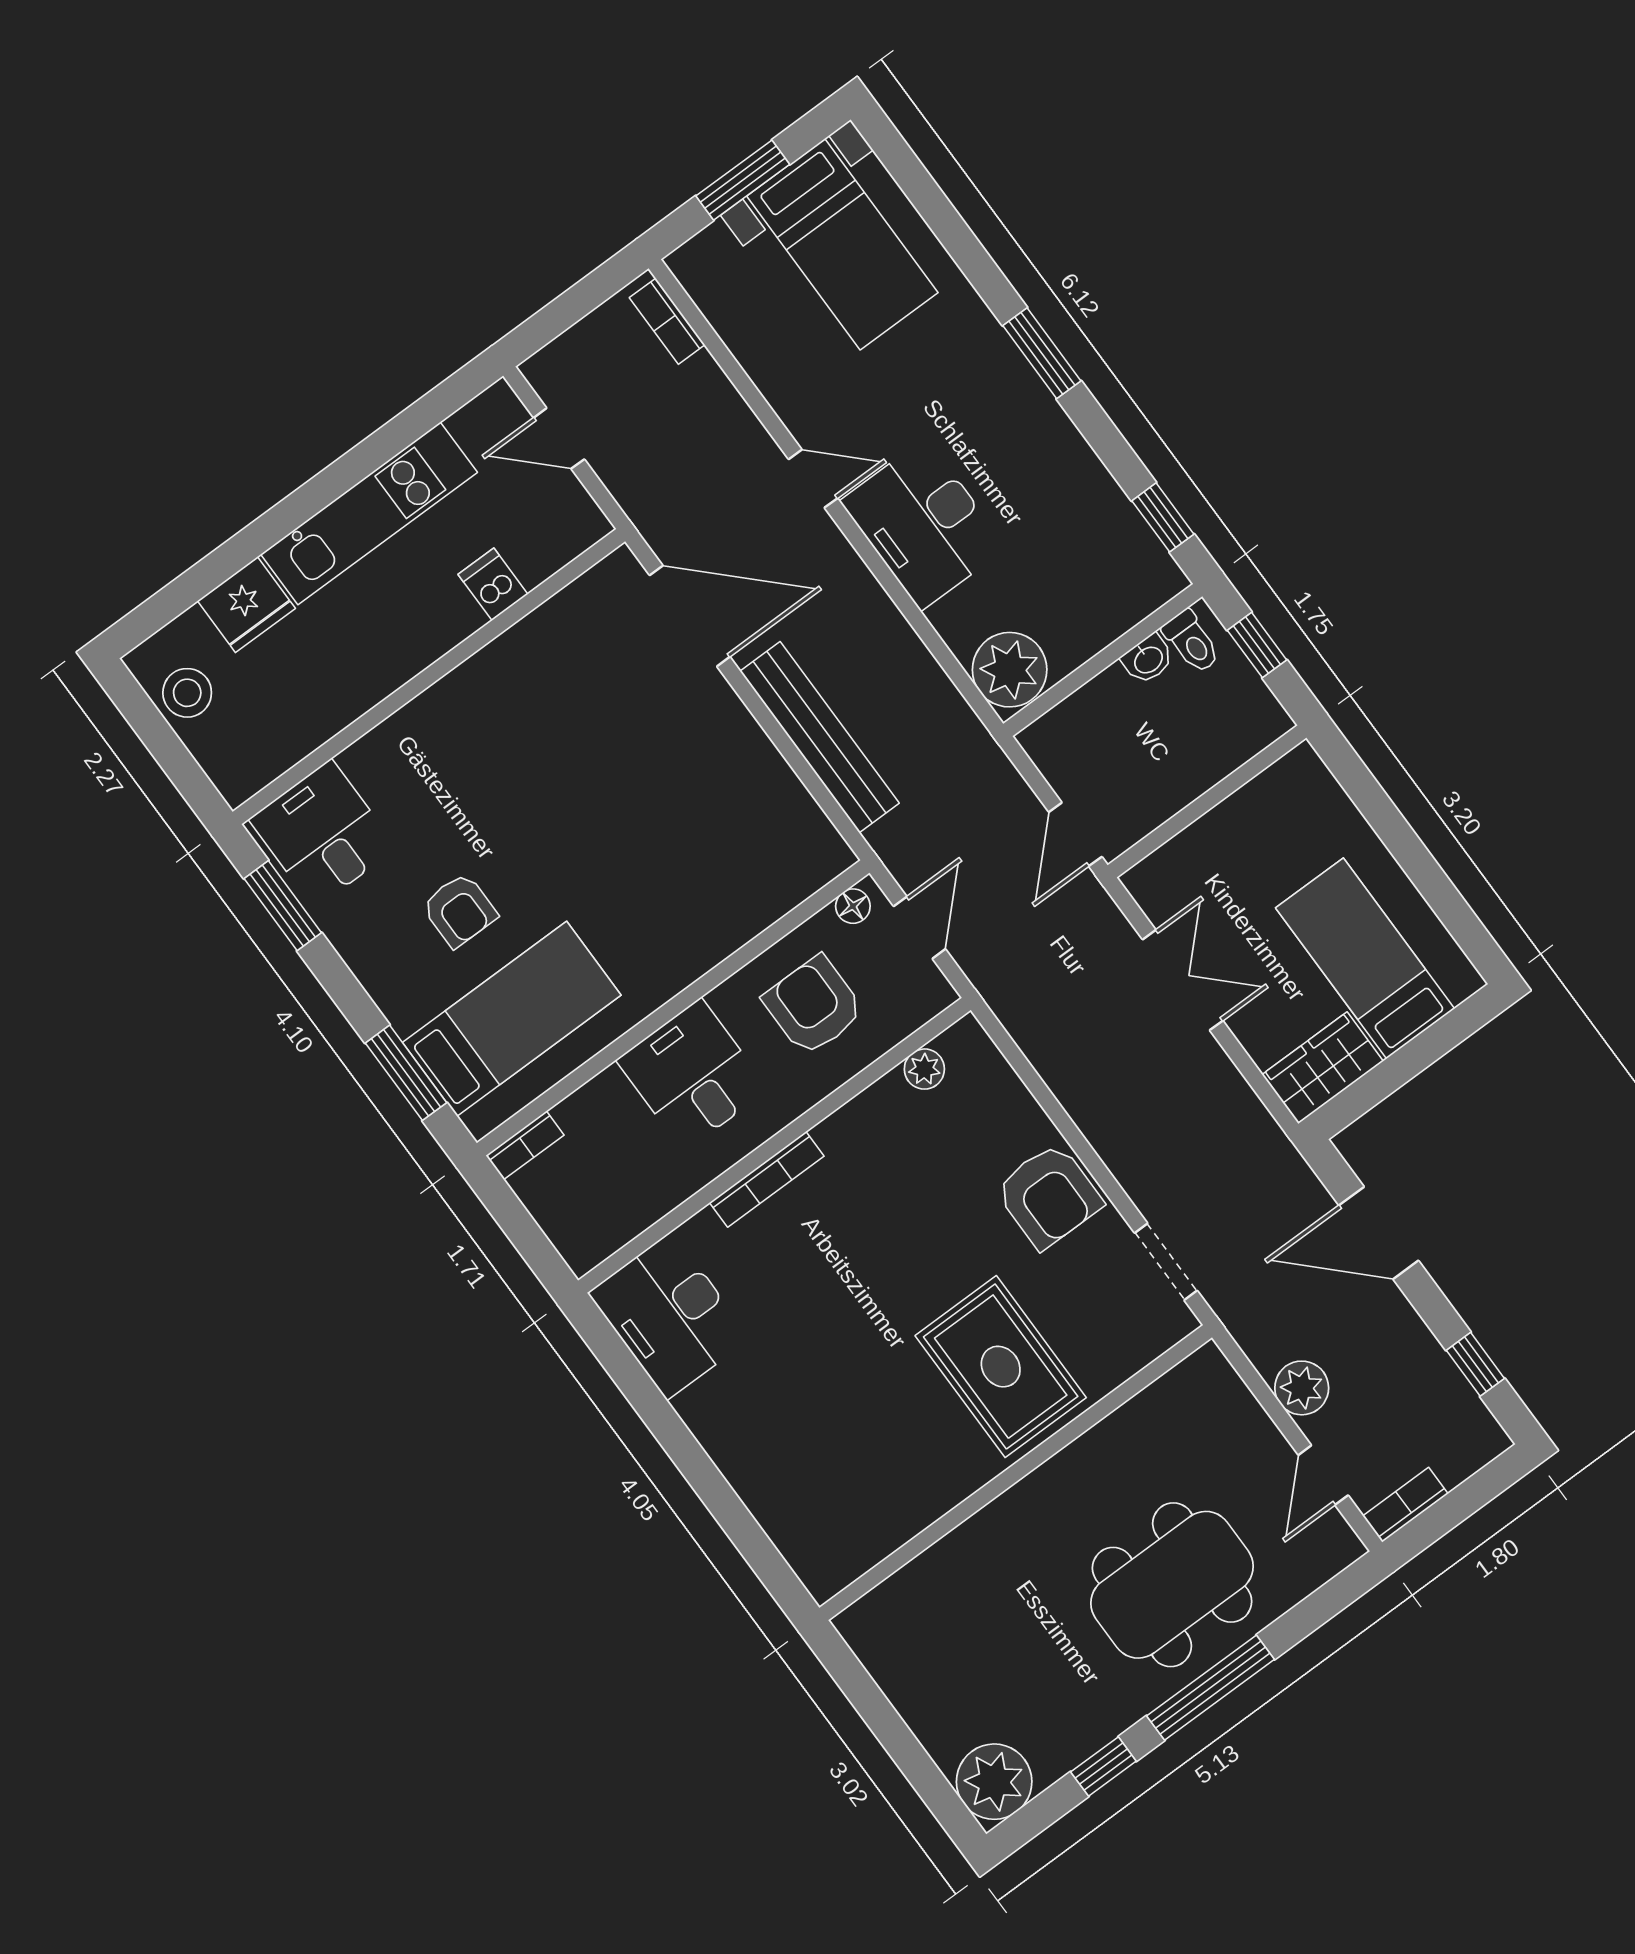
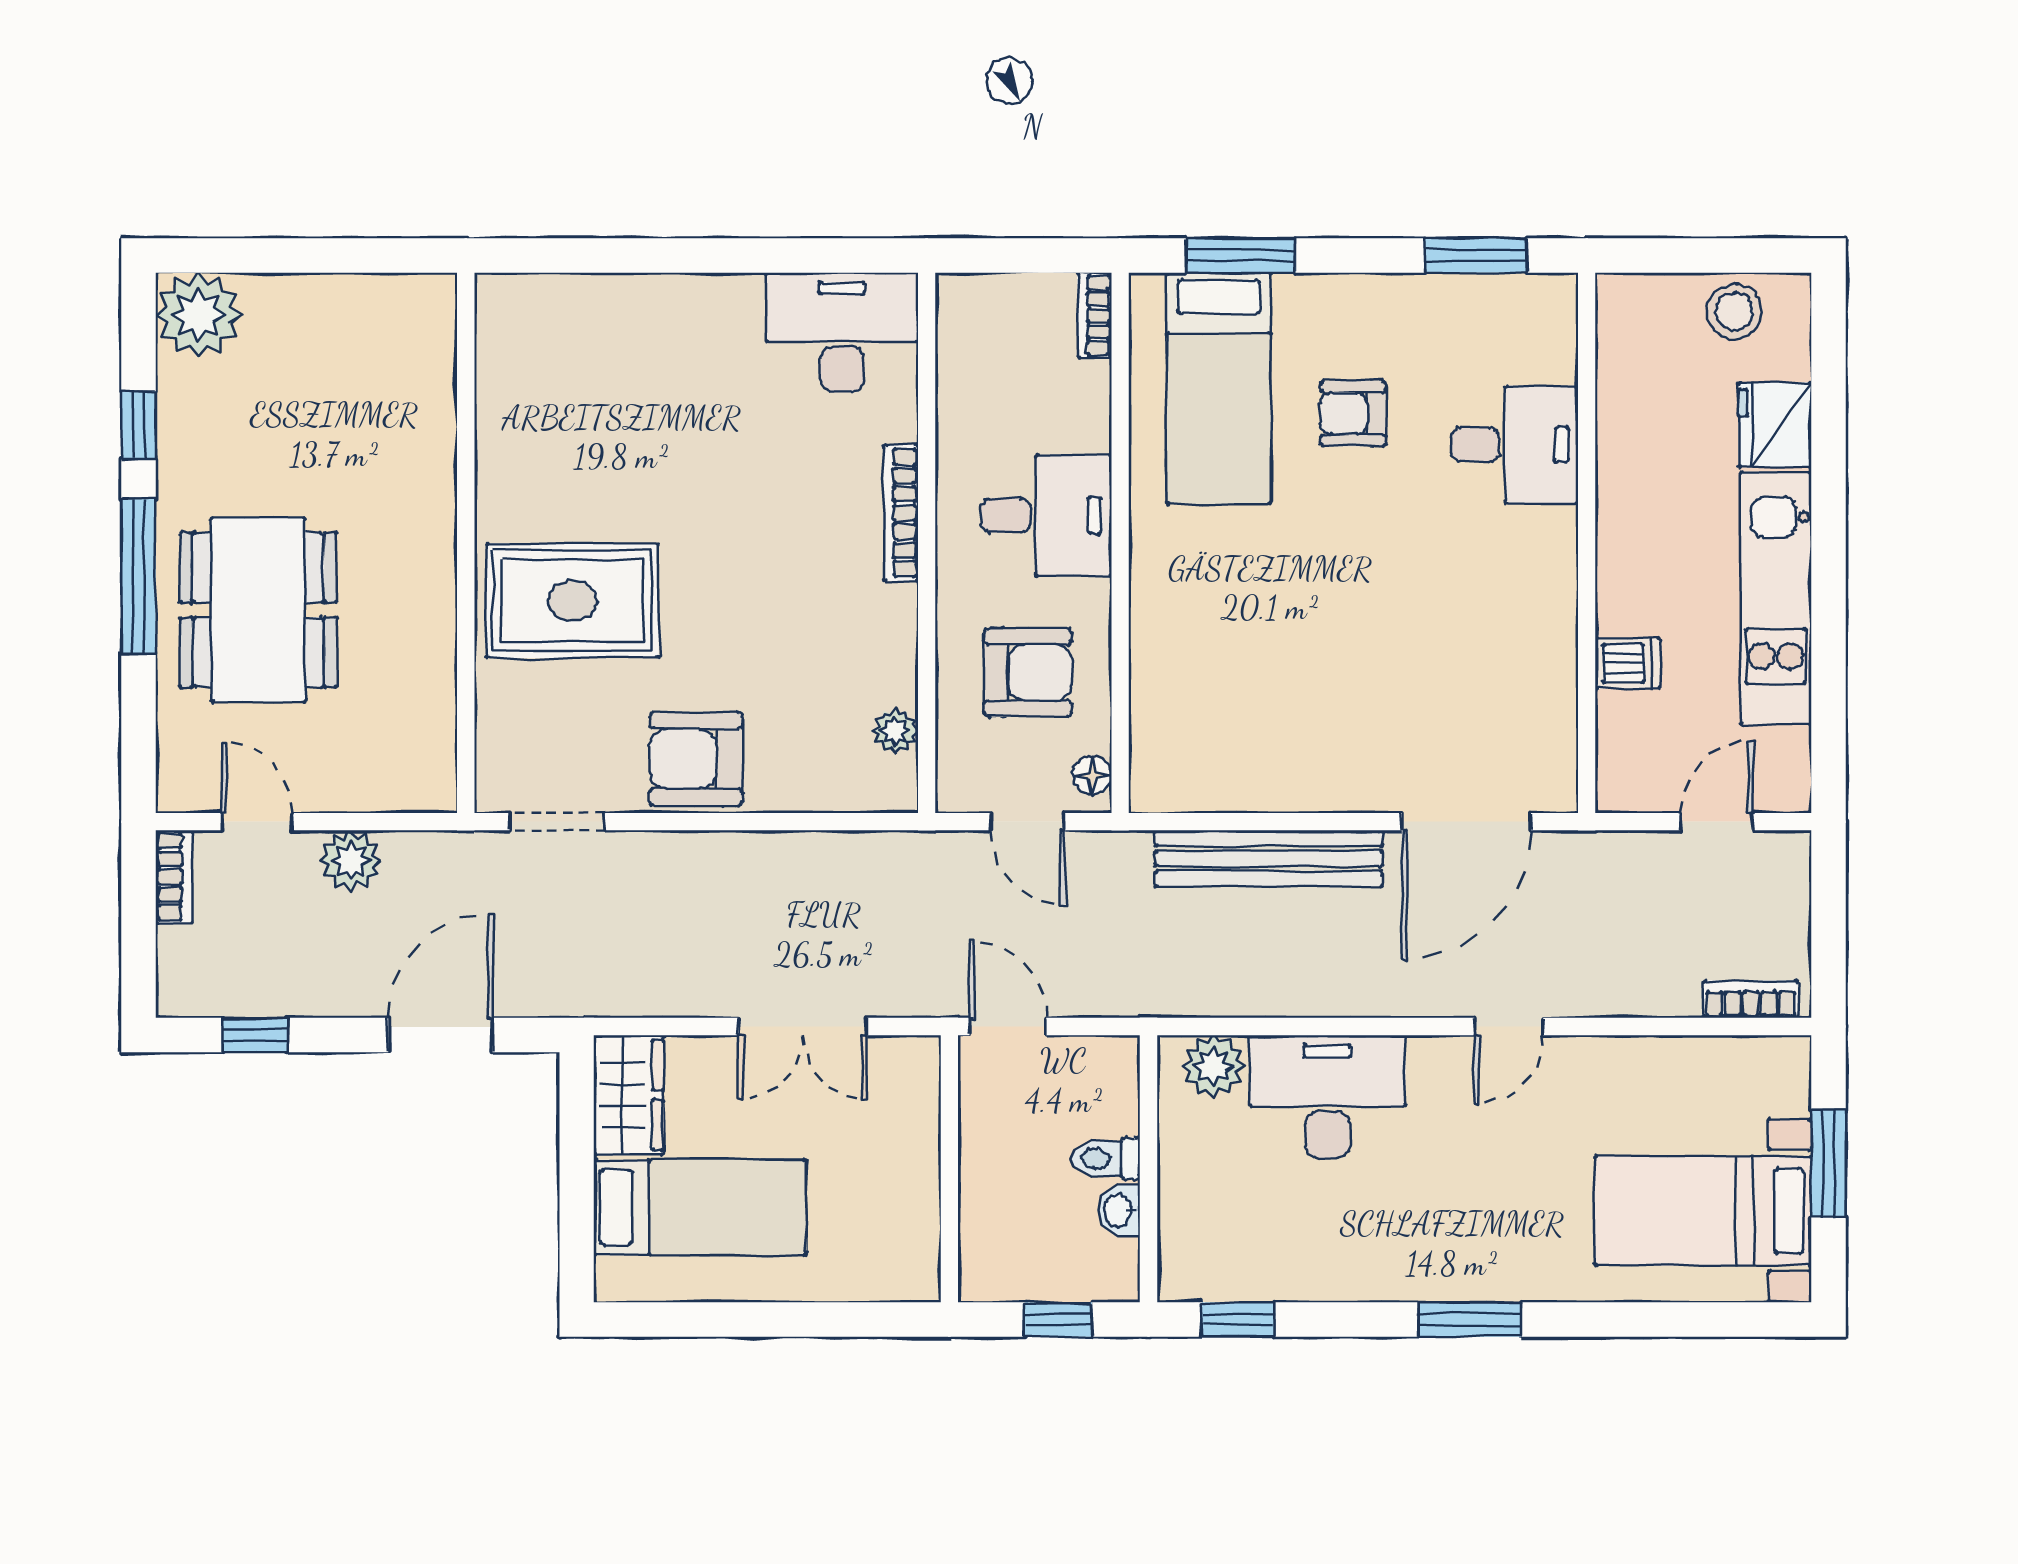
desk: (923, 524) -> (1327, 1096), moved
toilet: (1192, 642) -> (1106, 1159), moved
plant: (1010, 670) -> (1214, 1066), width x0.73, depth x0.73
desk: (323, 834) -> (1515, 445), moved

